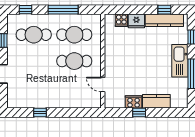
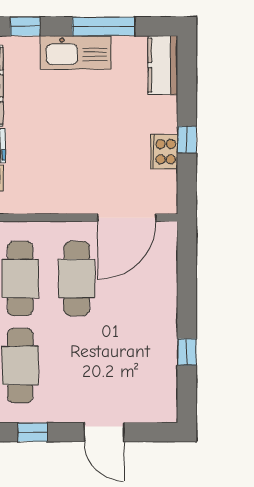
door: (103, 85) -> (127, 218), width x1.87
kitchen counter: (156, 101) -> (163, 65), moved

